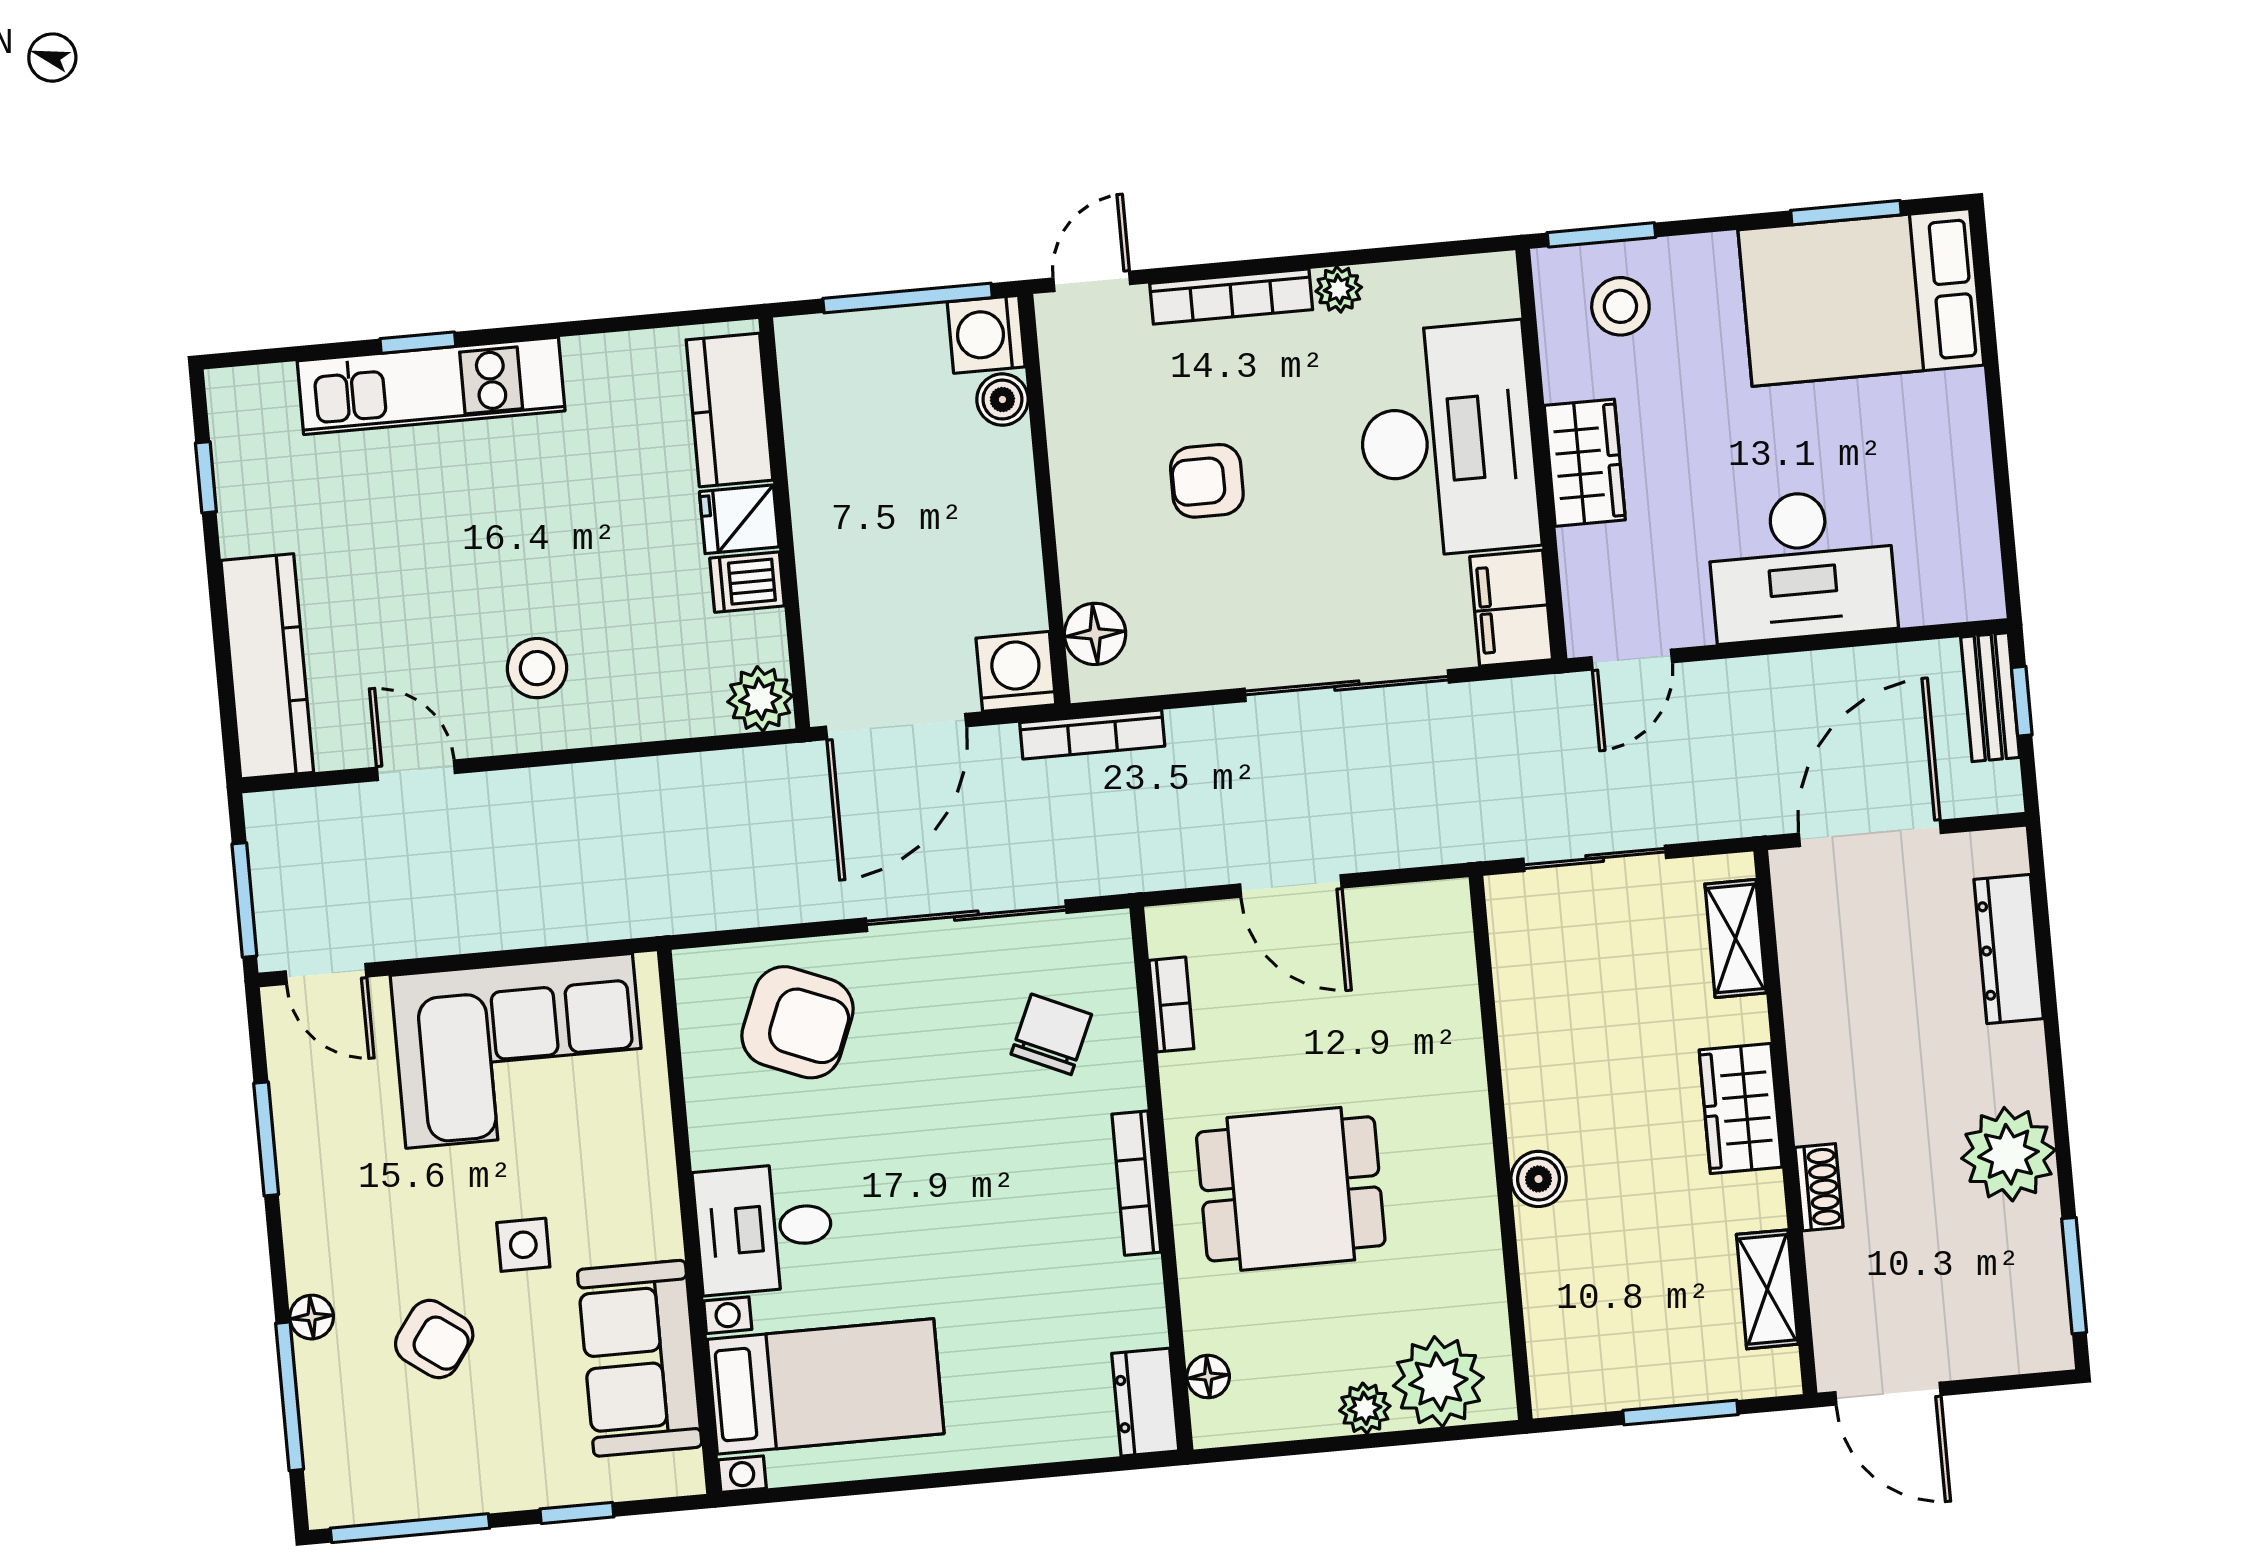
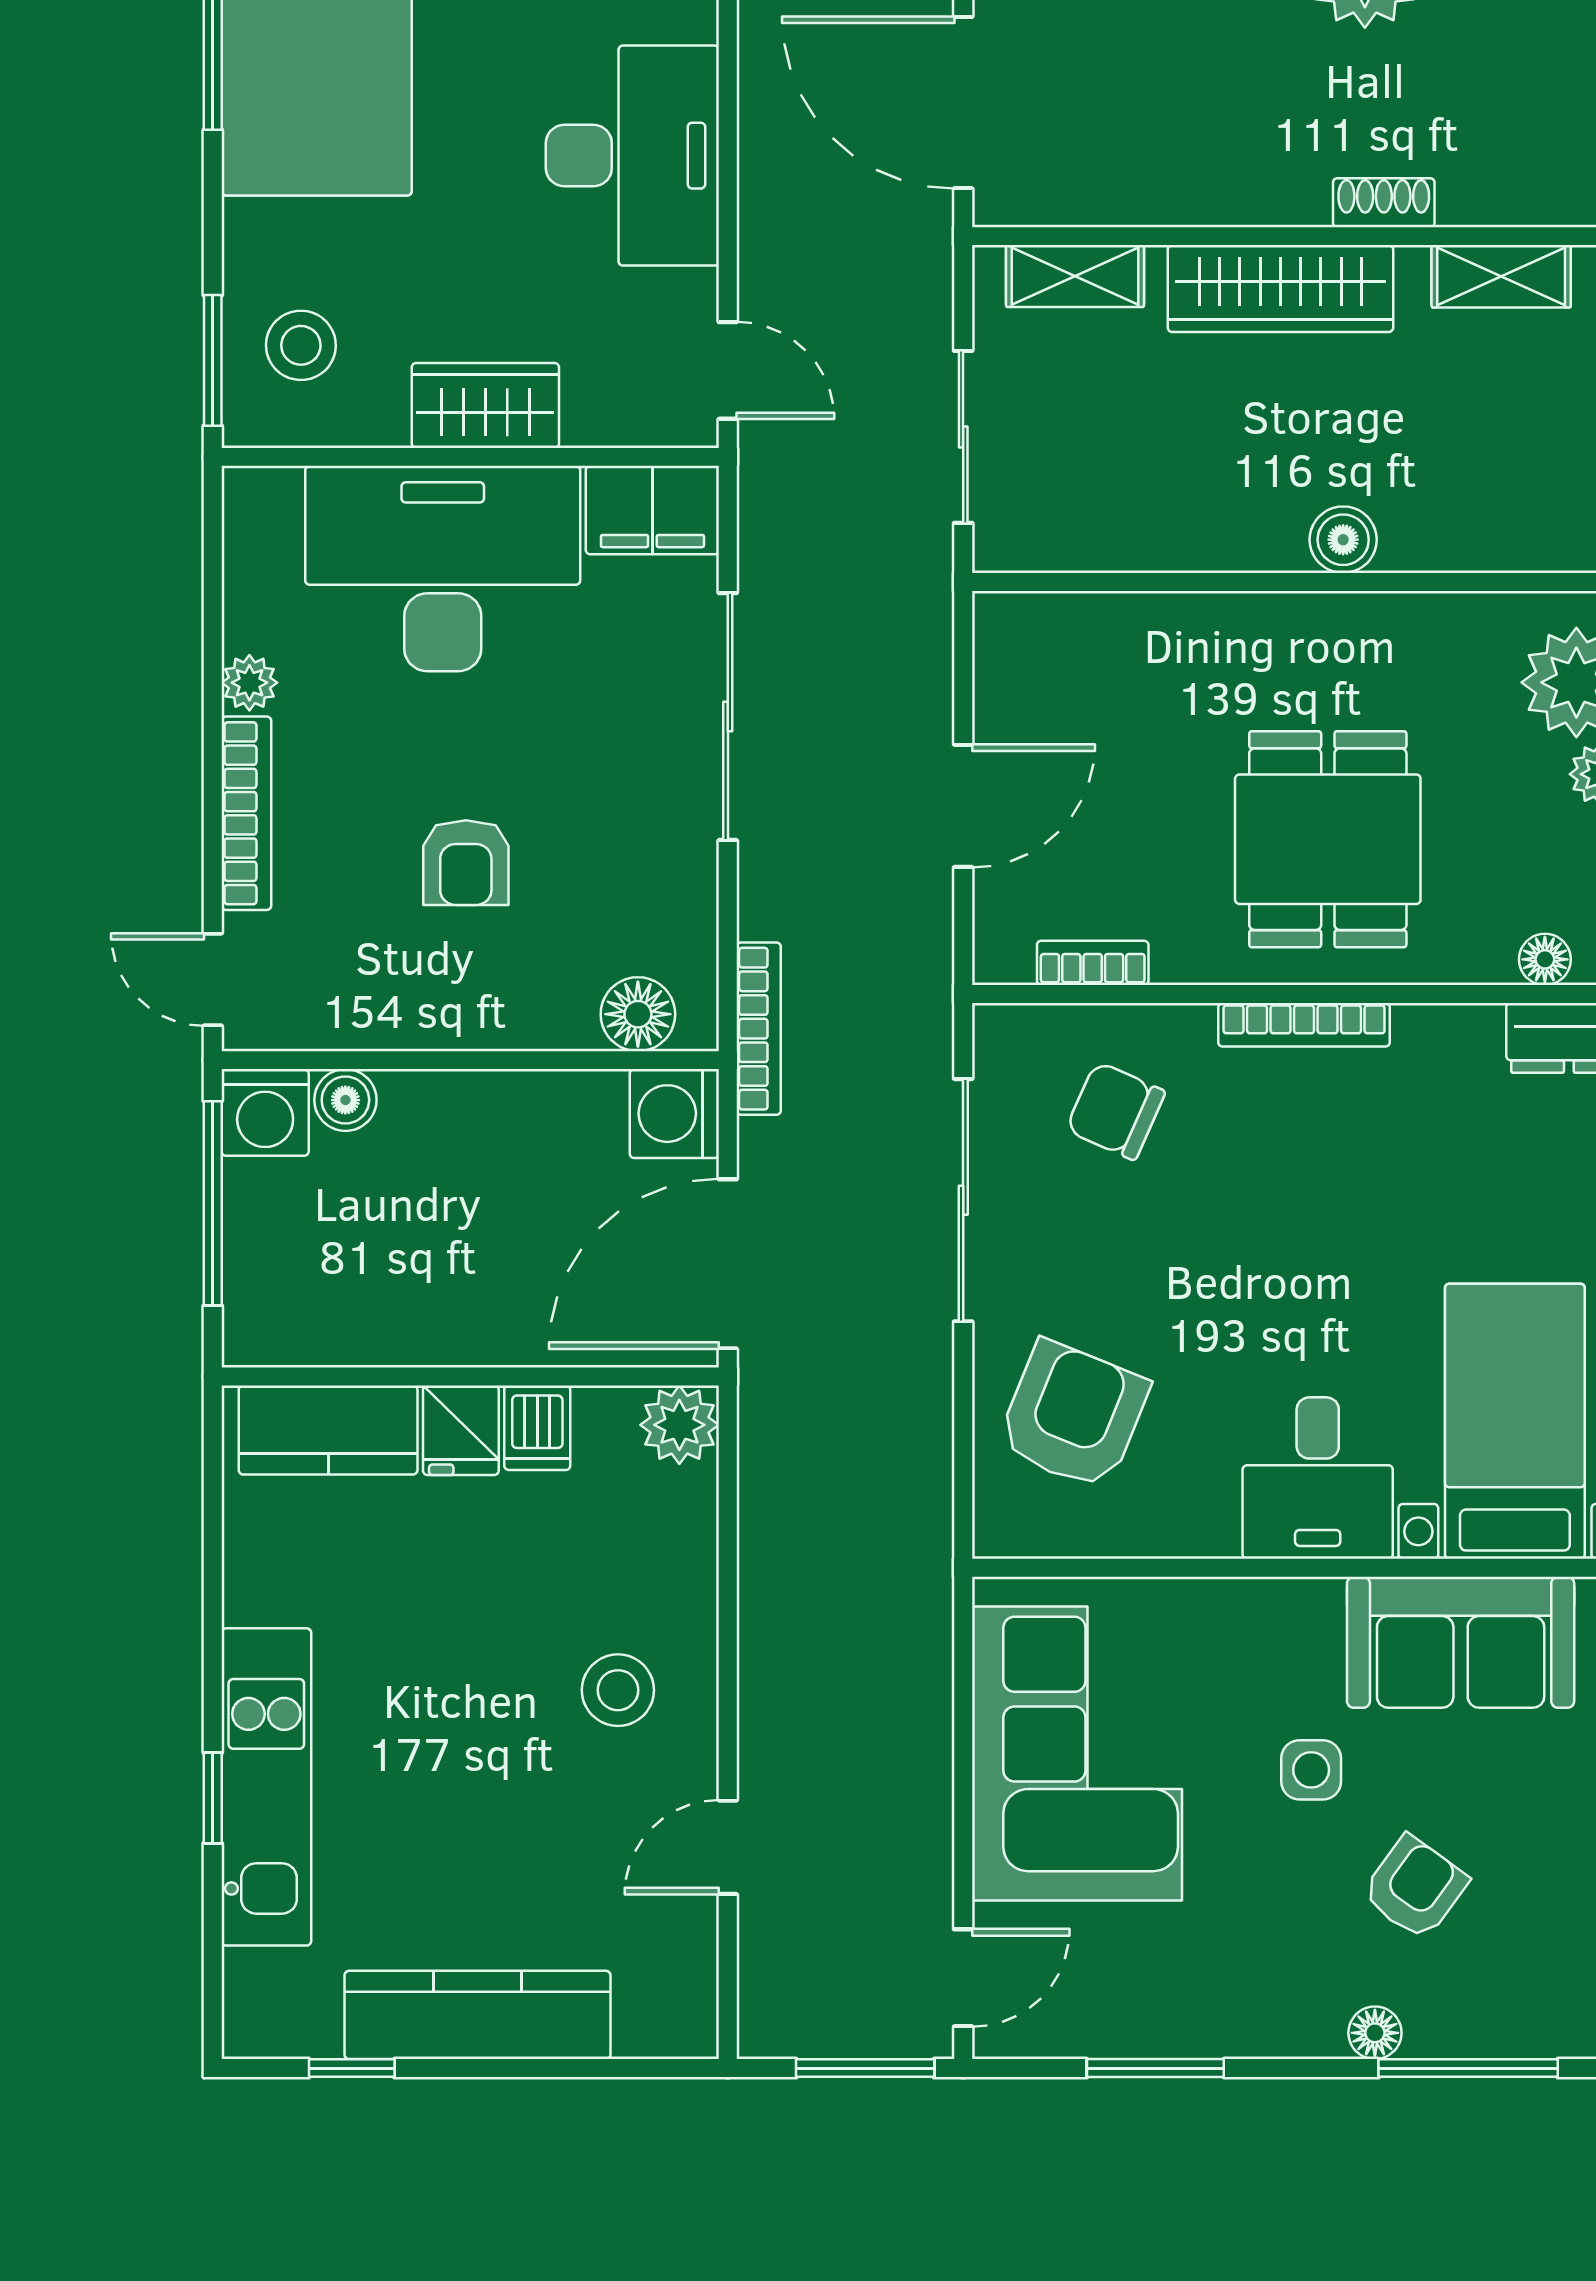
kitchen counter: (267, 666) -> (477, 2015), moved
door: (896, 727) -> (728, 1264), swing flipped
wardrobe: (1741, 1109) -> (1280, 289), width x1.50

